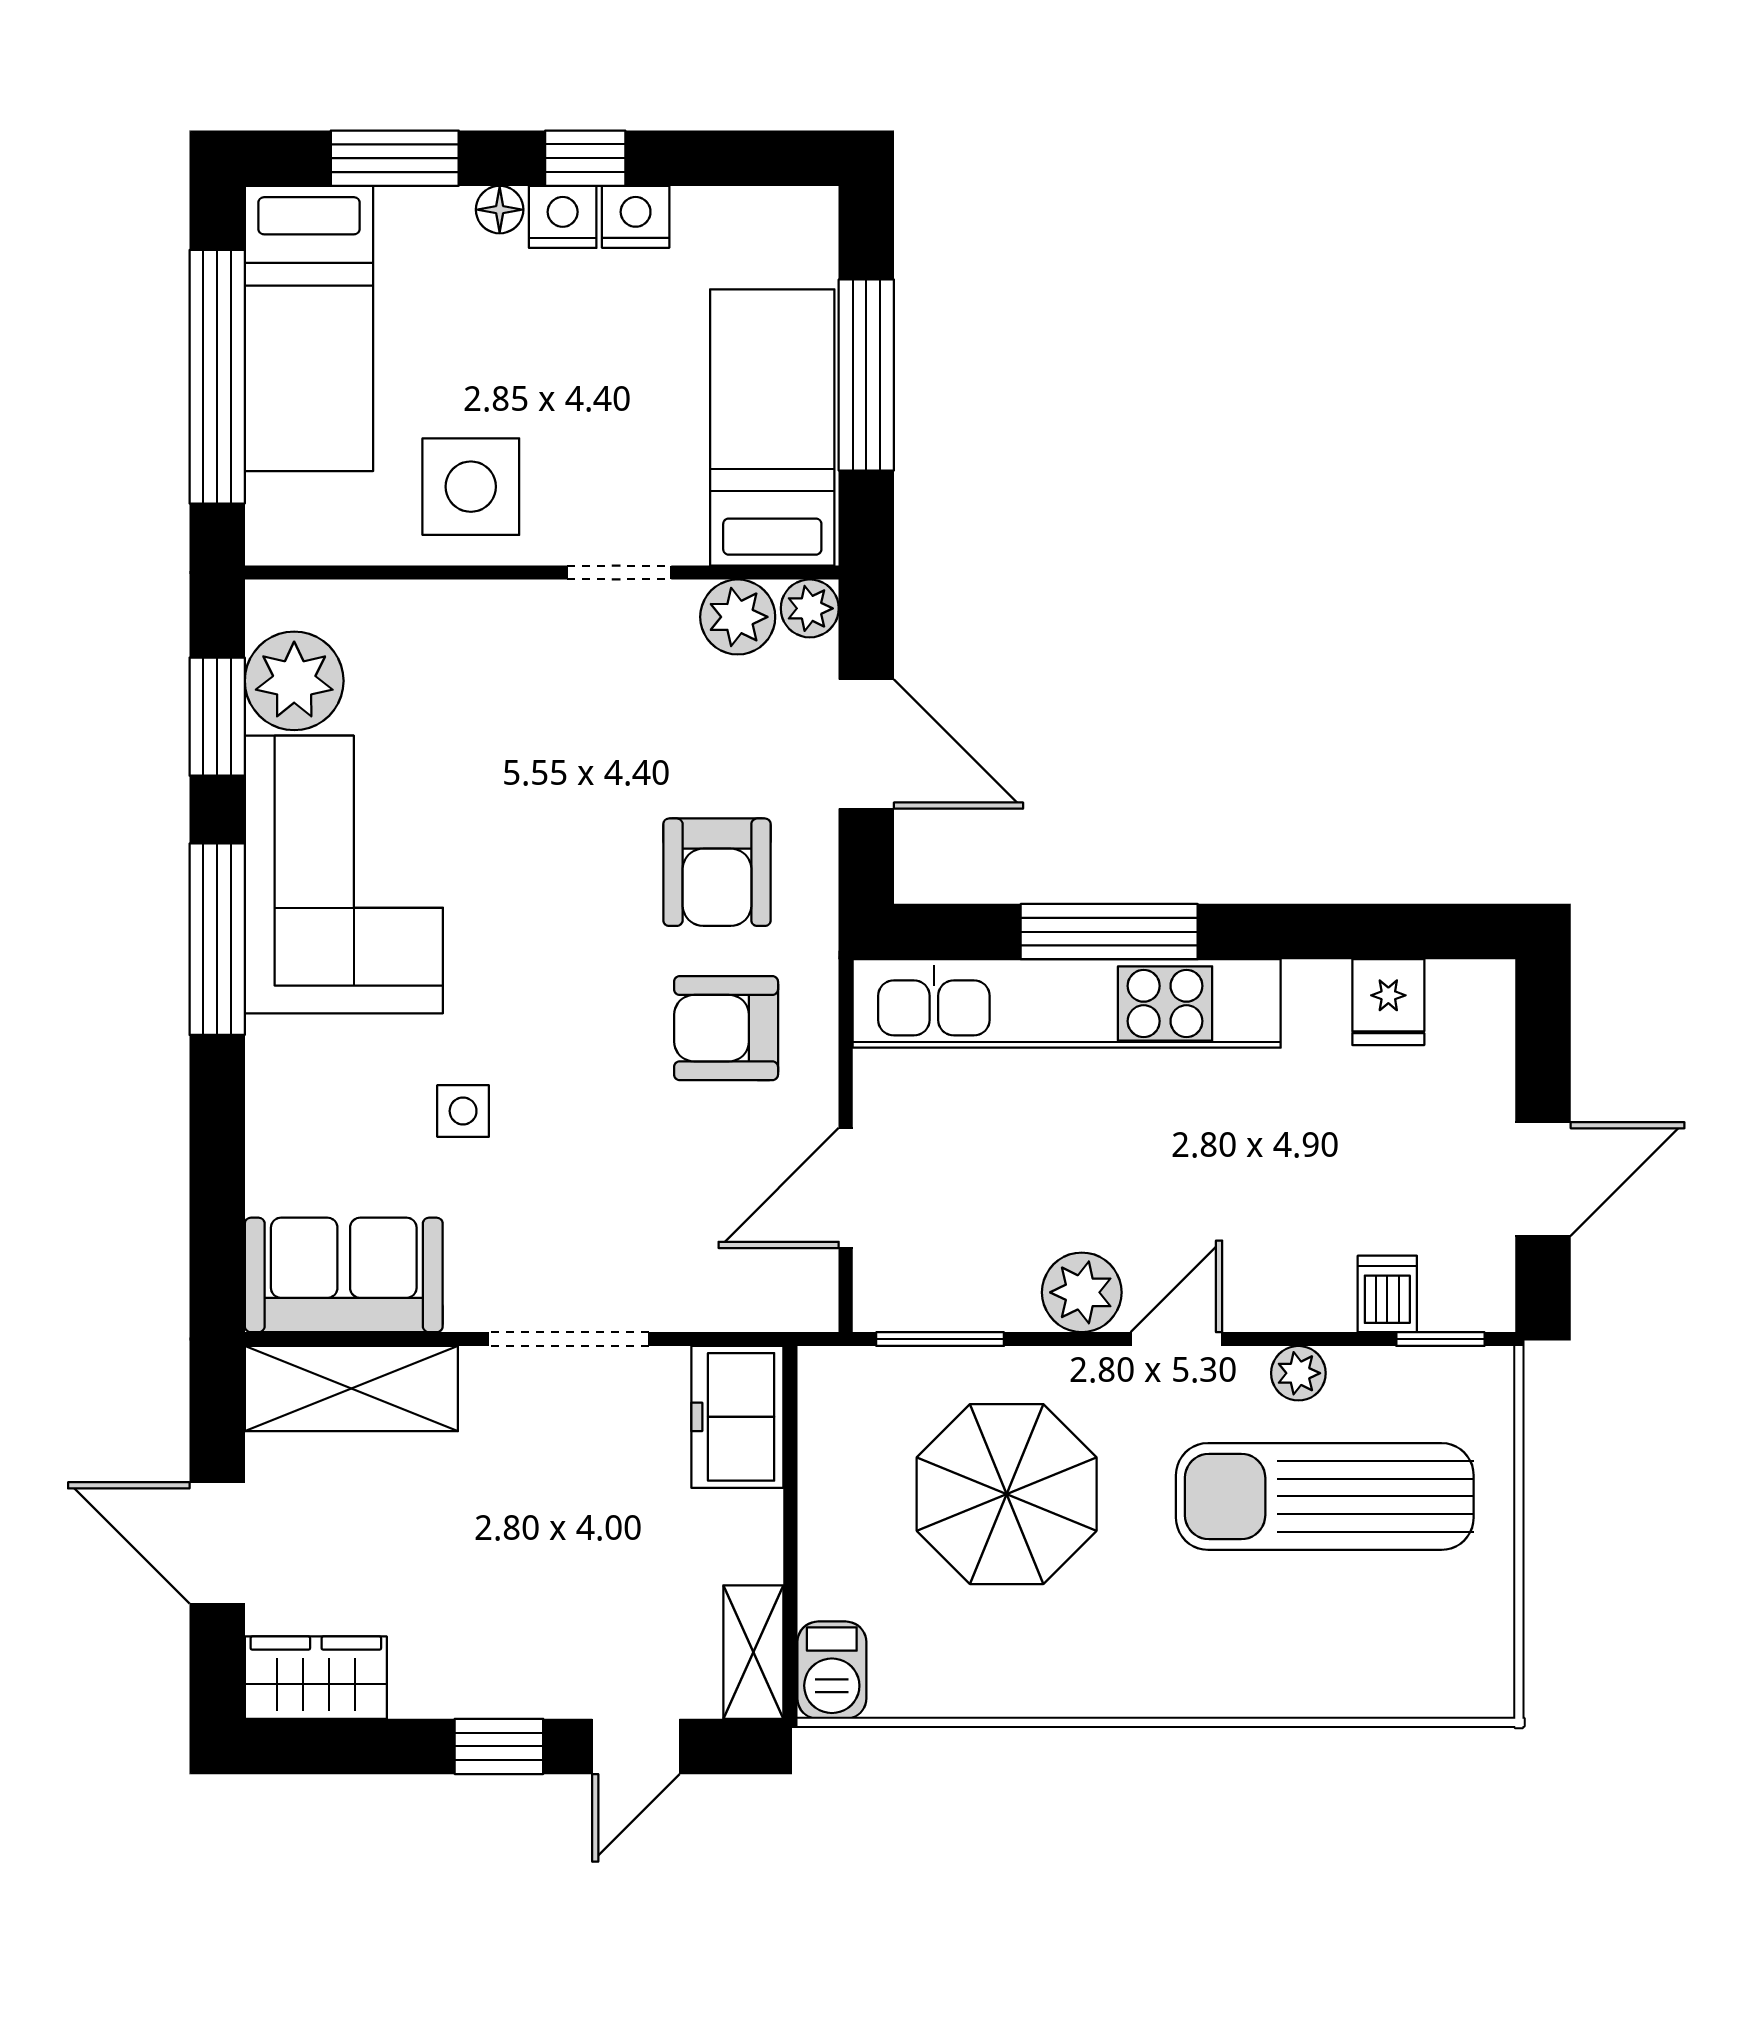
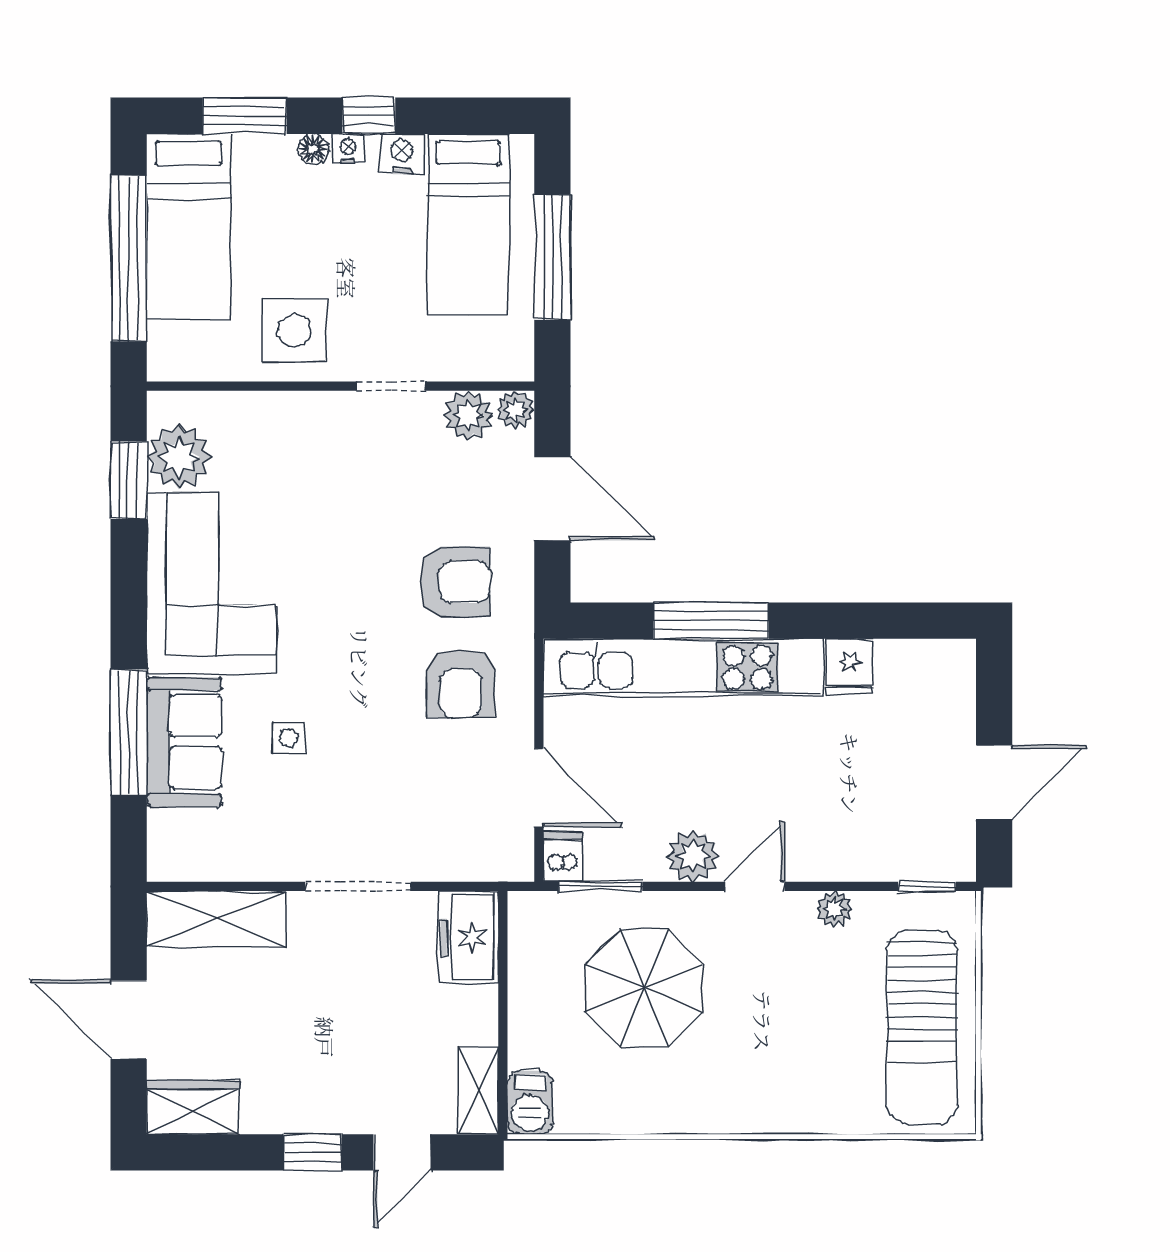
nightstand: (563, 217) -> (348, 149), width x0.72, depth x0.74
bed: (772, 427) -> (468, 224), moved, turned 180
armchair: (717, 872) -> (455, 582), turned -90
window: (217, 939) -> (129, 732), moved
fridge: (1388, 1002) -> (850, 667), moved
armchair: (726, 1028) -> (461, 684), turned -90
door: (846, 1188) -> (539, 788), swing flipped
sofa: (344, 1275) -> (184, 742), moved, turned 90
dishwasher: (1387, 1294) -> (563, 857), moved
sun lounger: (1325, 1496) -> (922, 1027), moved, turned -90

